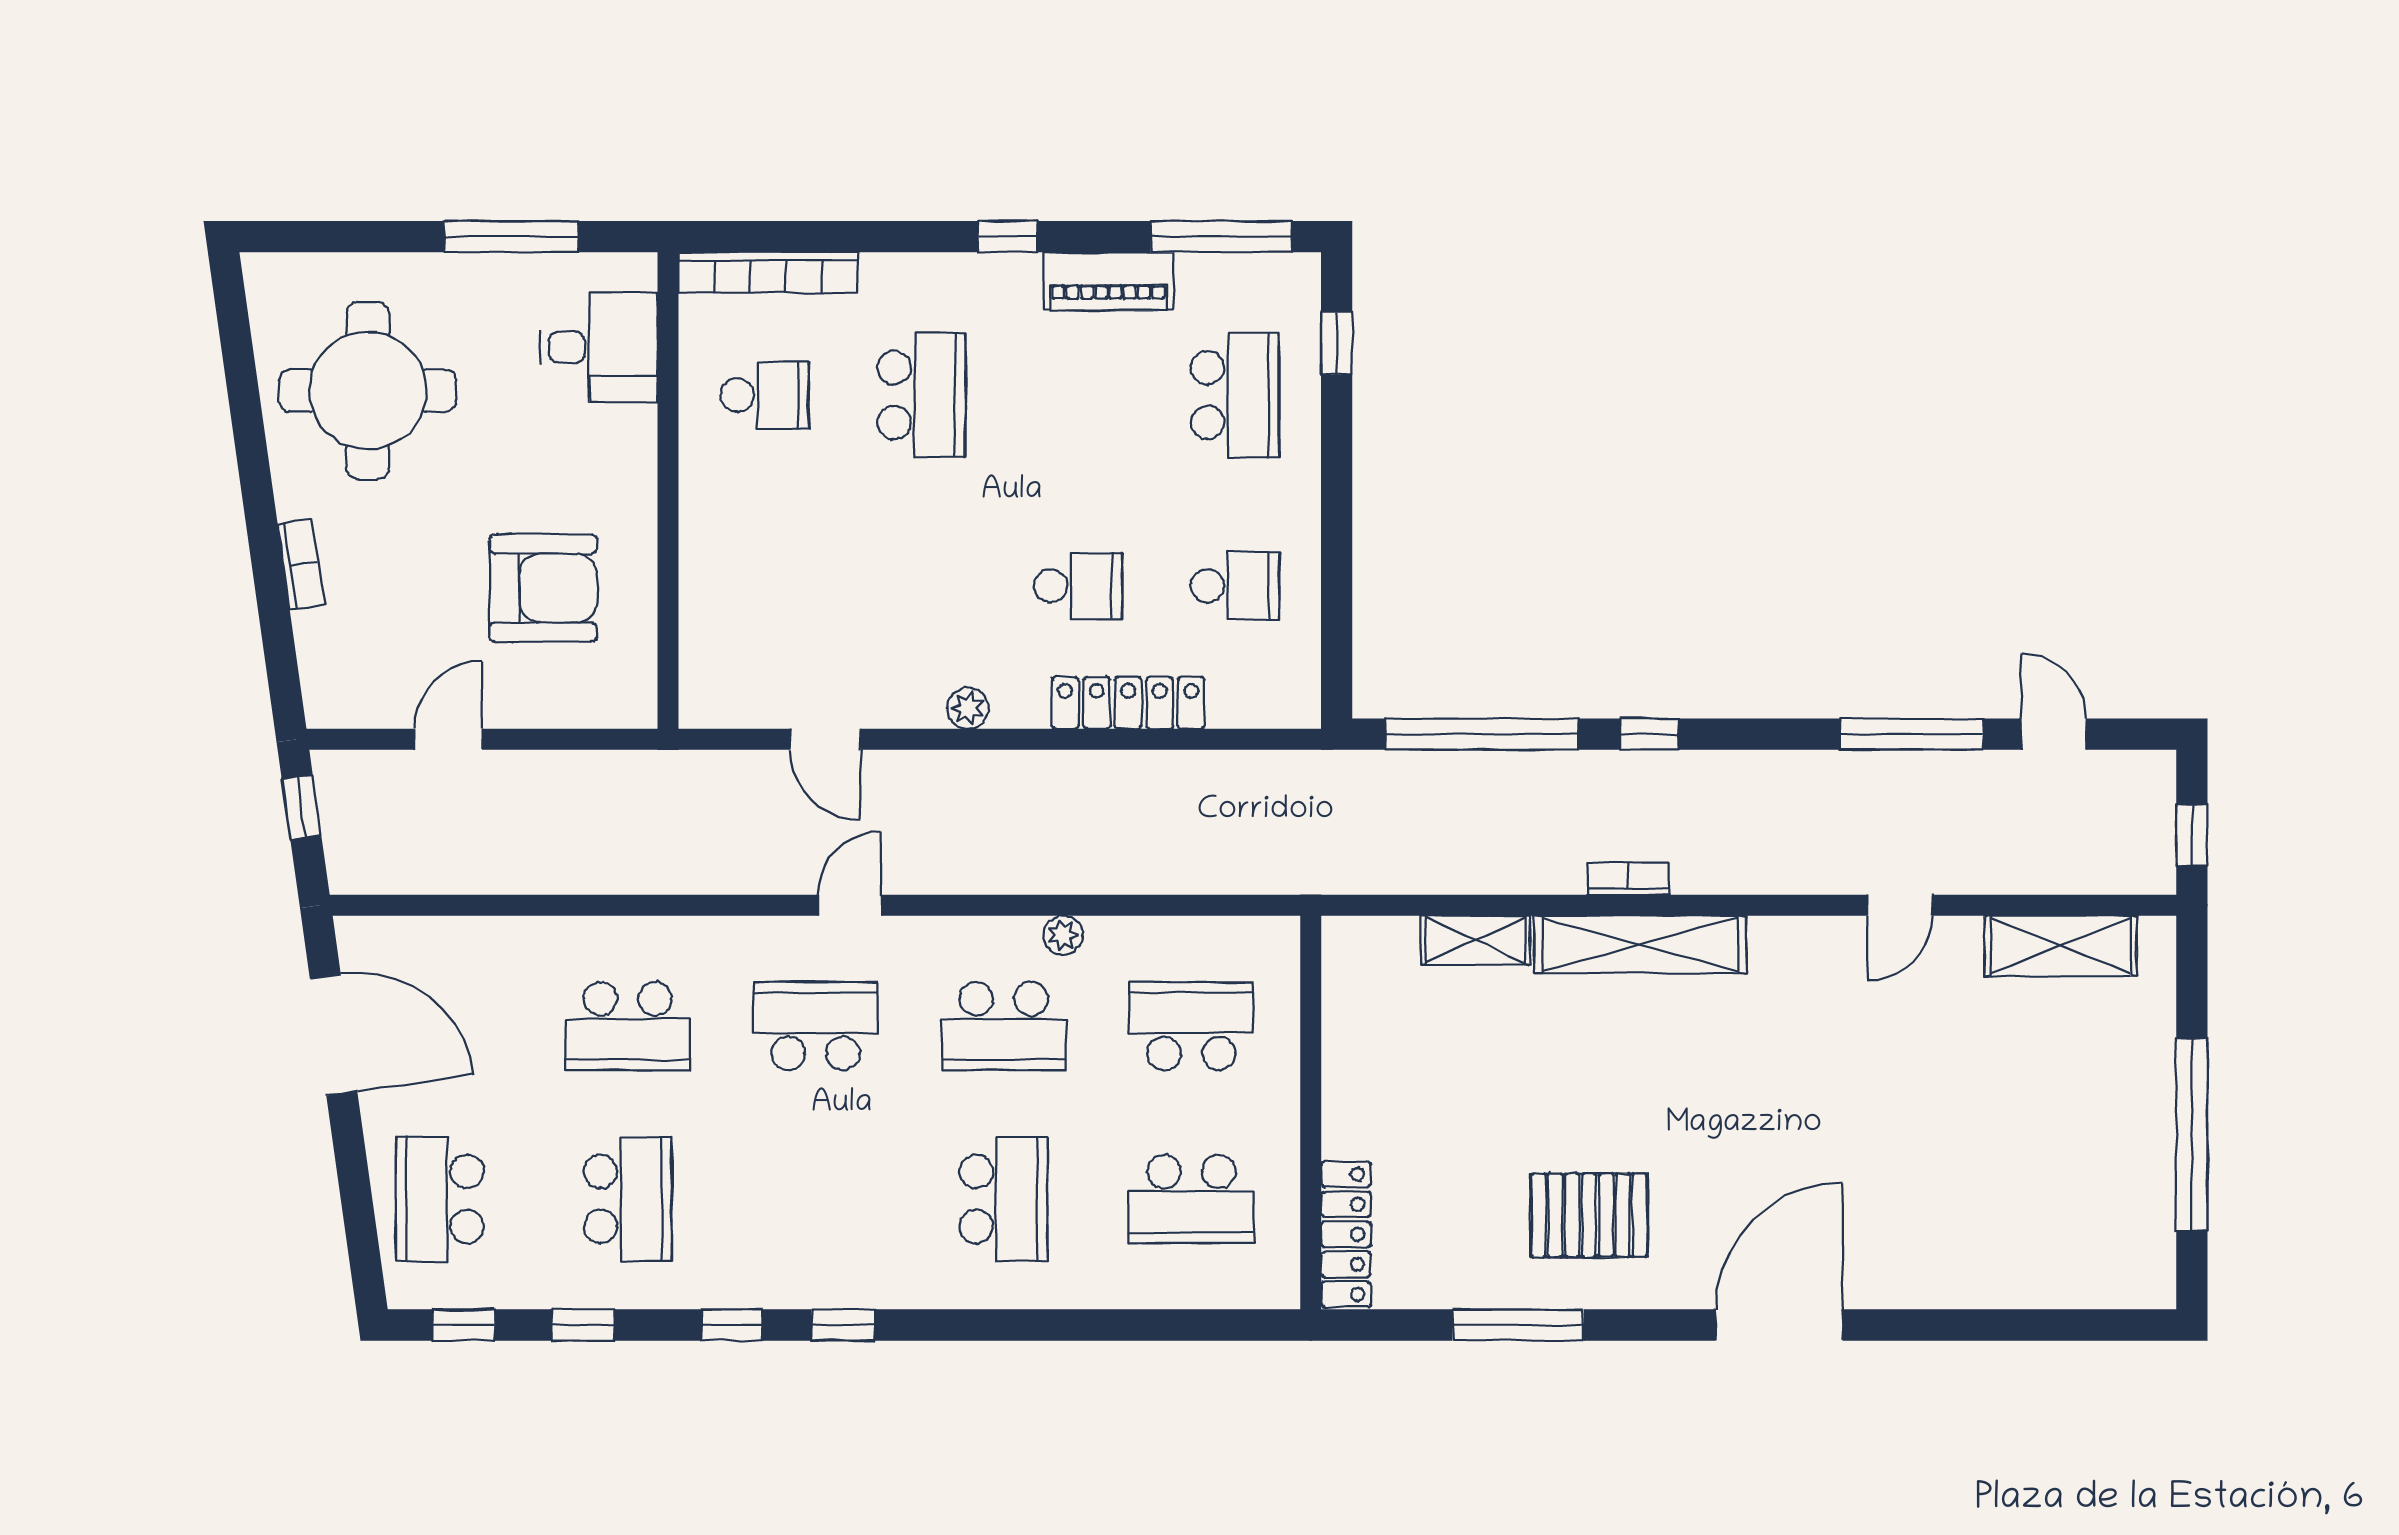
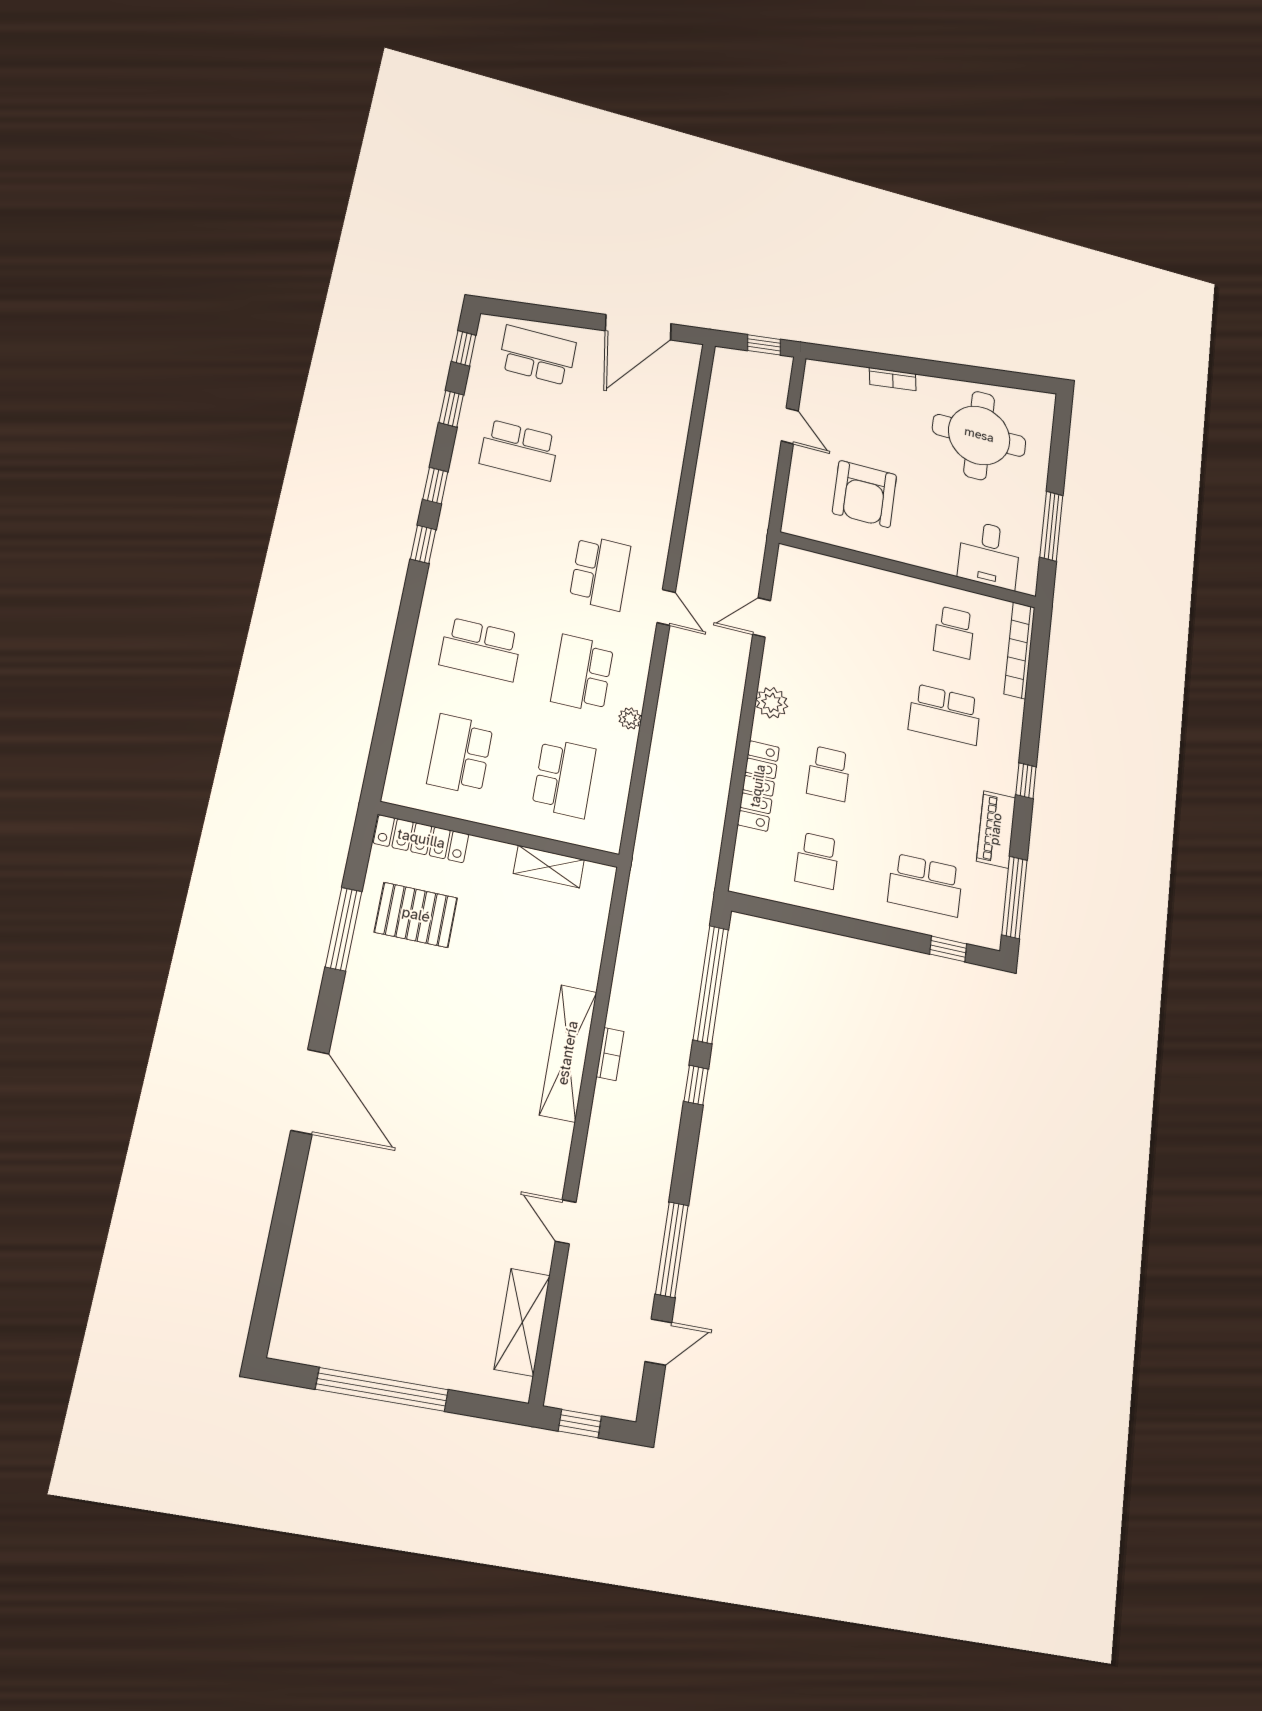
plant: (968, 708) -> (772, 703), width x1.38, depth x1.38
shelving: (1475, 940) -> (549, 867), moved, turned 90
school desk: (628, 1026) -> (617, 475), removed
pallet: (1589, 1215) -> (416, 915), moved, turned 90

